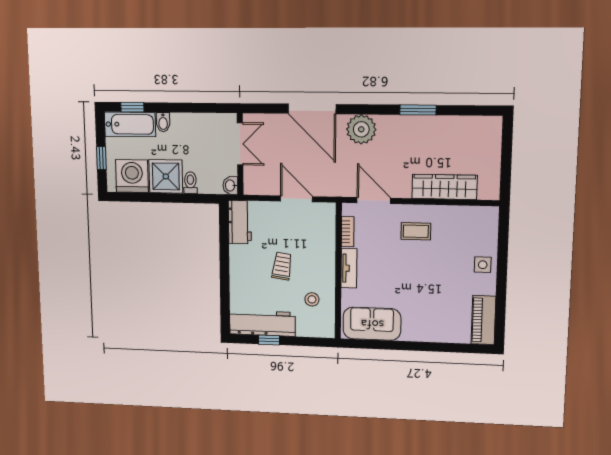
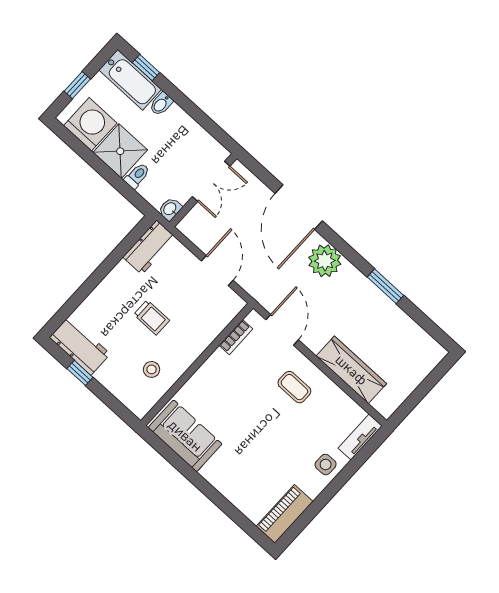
trolley: (282, 266) -> (152, 317), turned 82
tv unit: (349, 268) -> (360, 437), moved, turned 180
workbench: (262, 323) -> (80, 346), width x0.73

